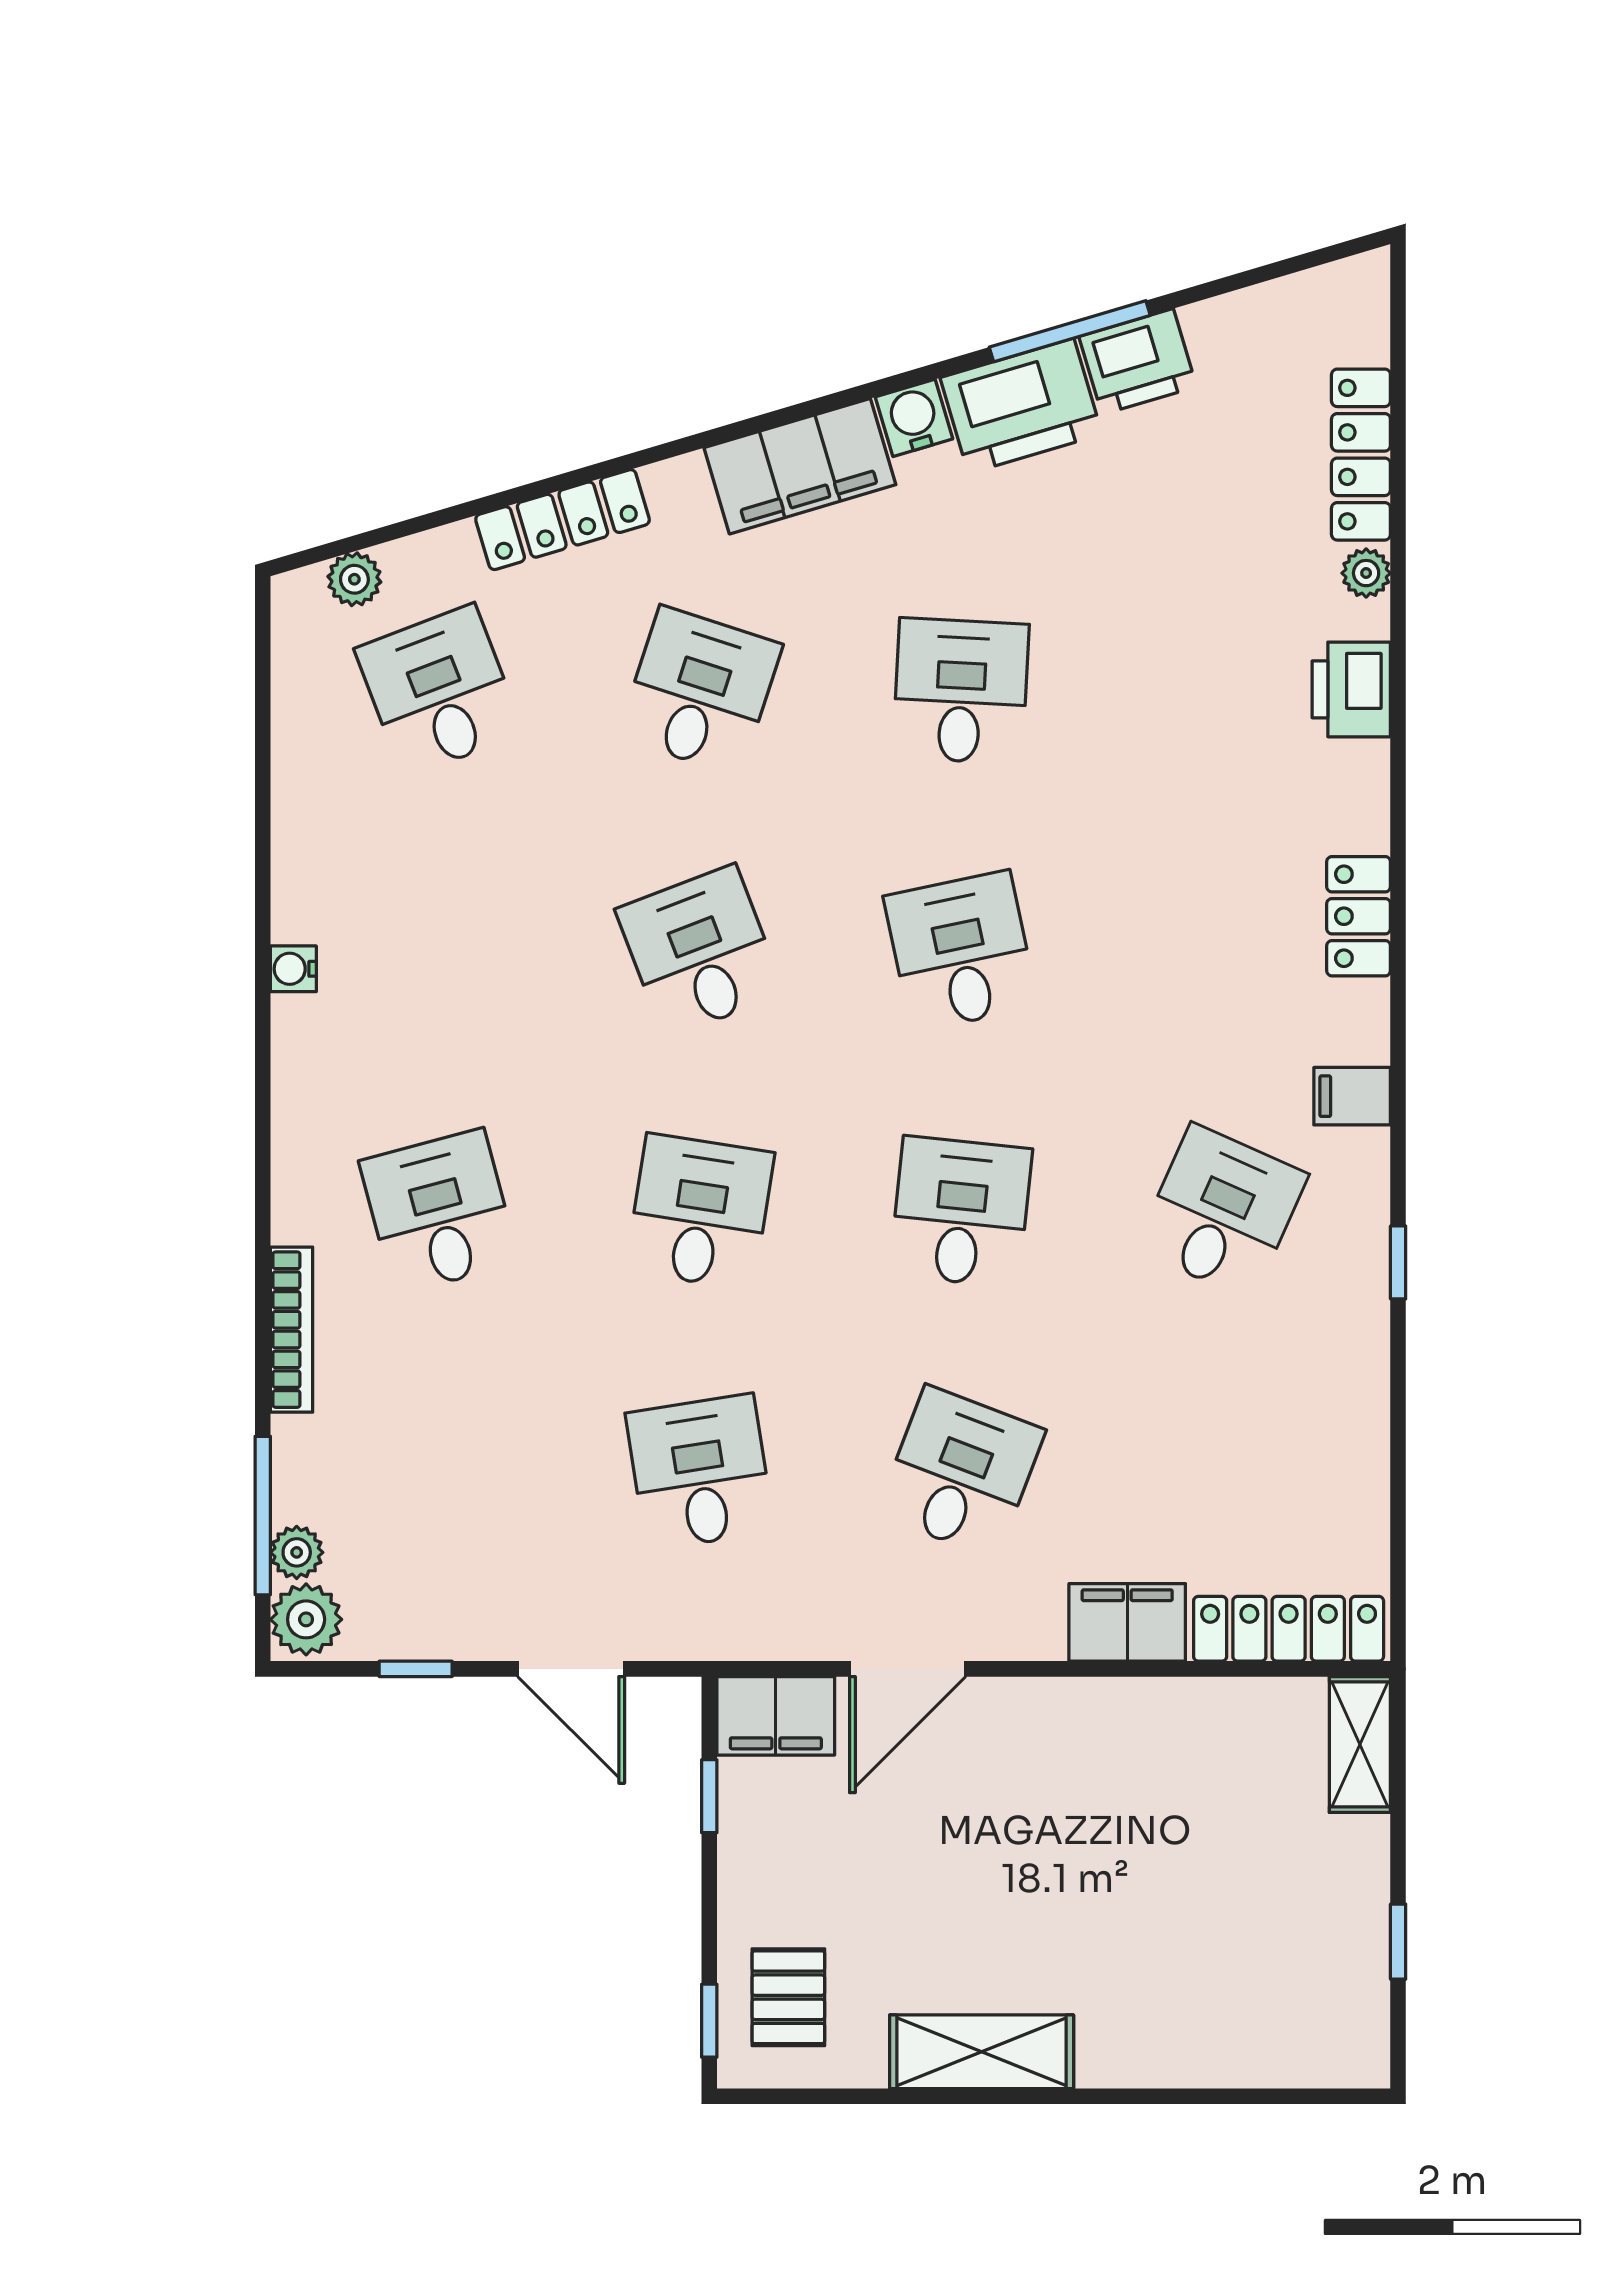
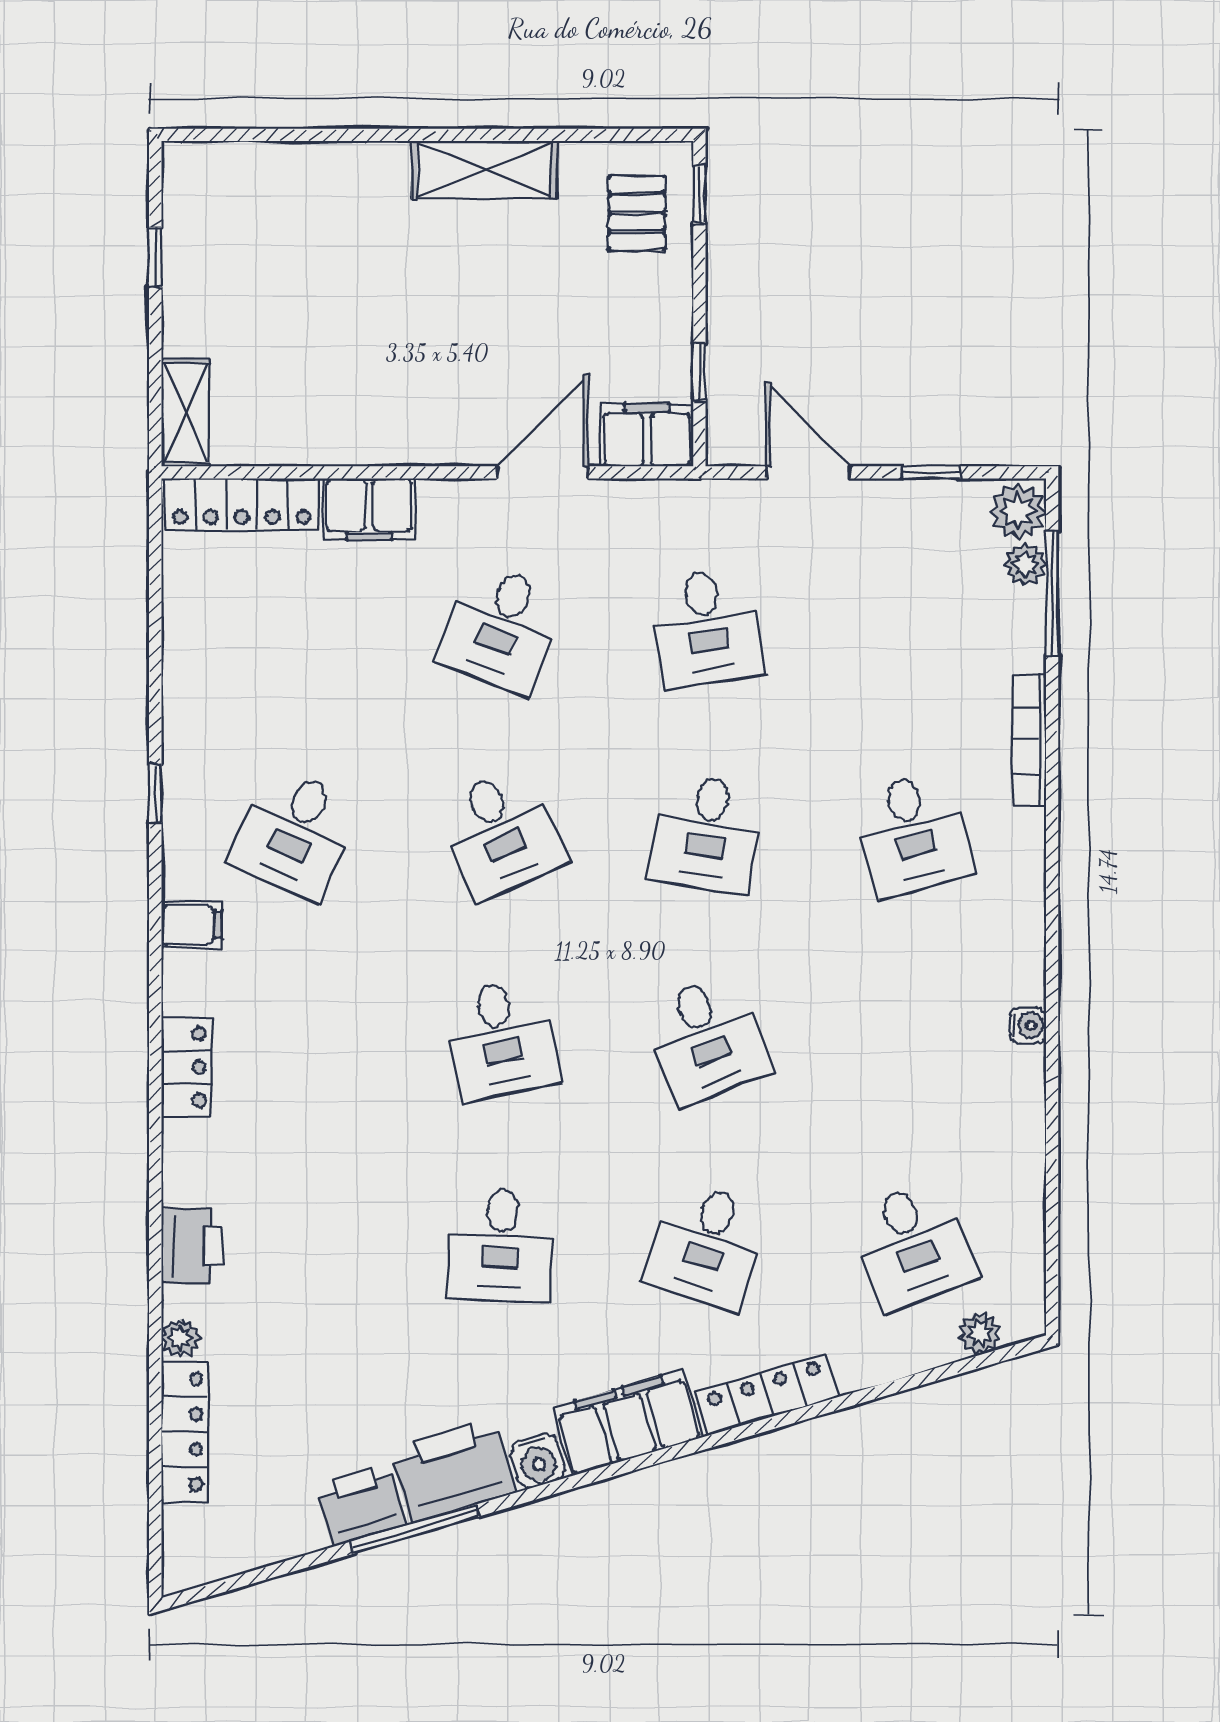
locker: (563, 520) -> (767, 1395), moved
desk: (961, 1212) -> (501, 834), turned -30

